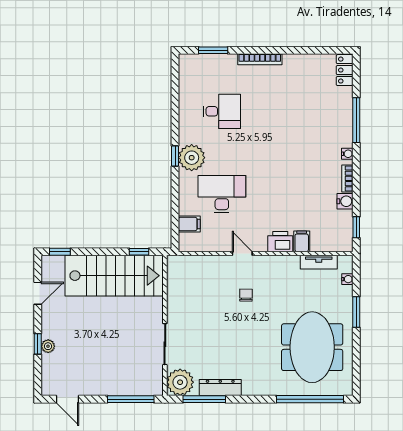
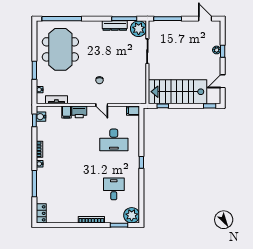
desk: (222, 111) -> (114, 189), turned 90
plant: (192, 158) -> (132, 215), moved
water cooler: (345, 201) -> (41, 117), moved
filing cabinet: (189, 224) -> (133, 111), moved

